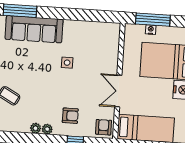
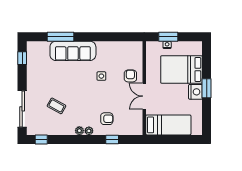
window: (153, 20) -> (168, 37), width x0.69
armchair: (104, 127) -> (130, 76), moved

